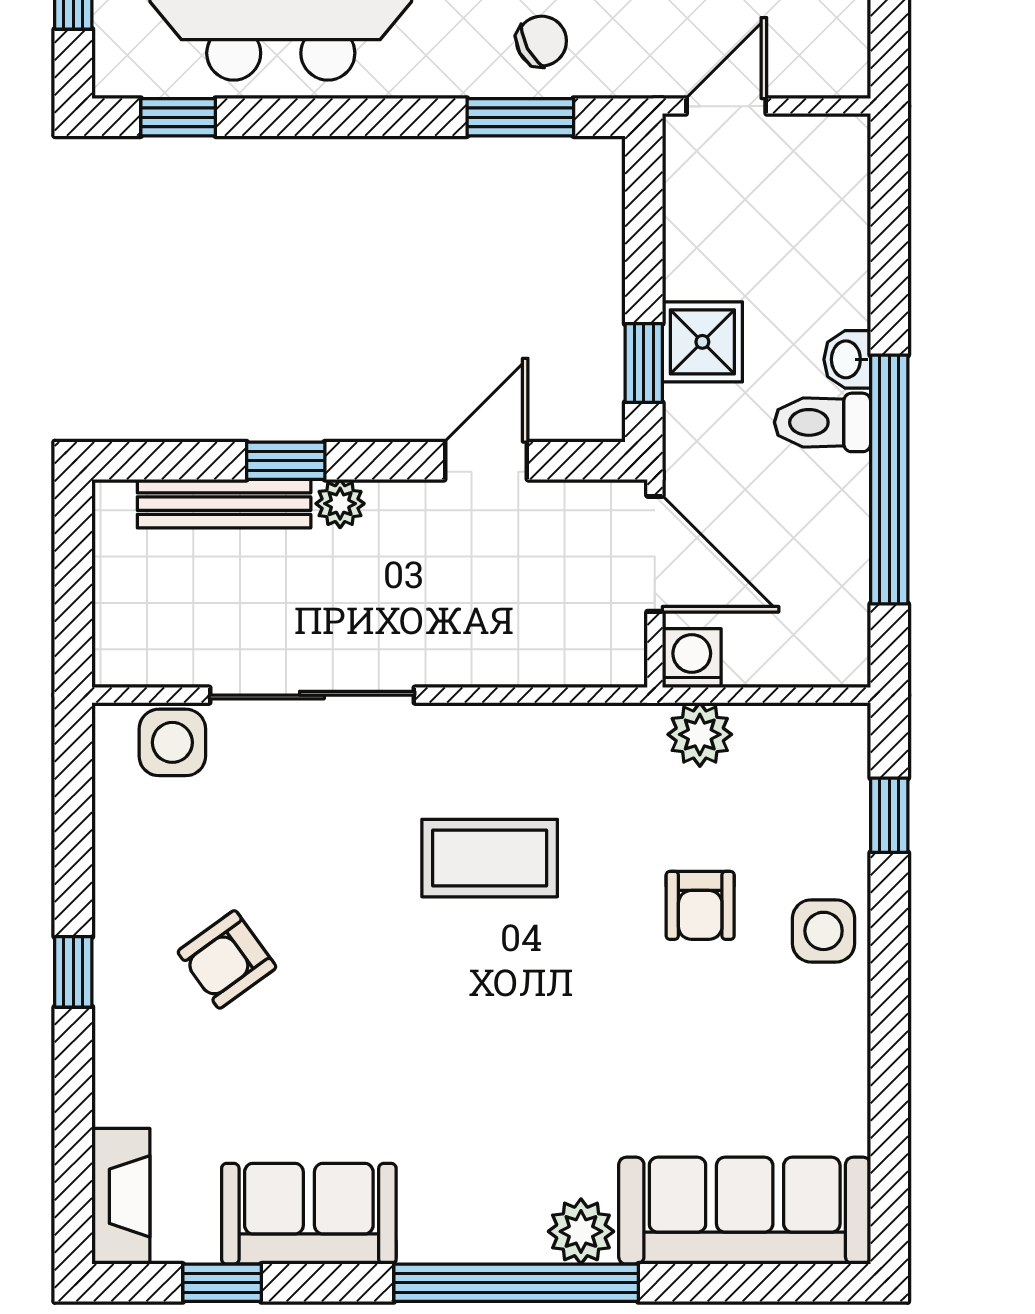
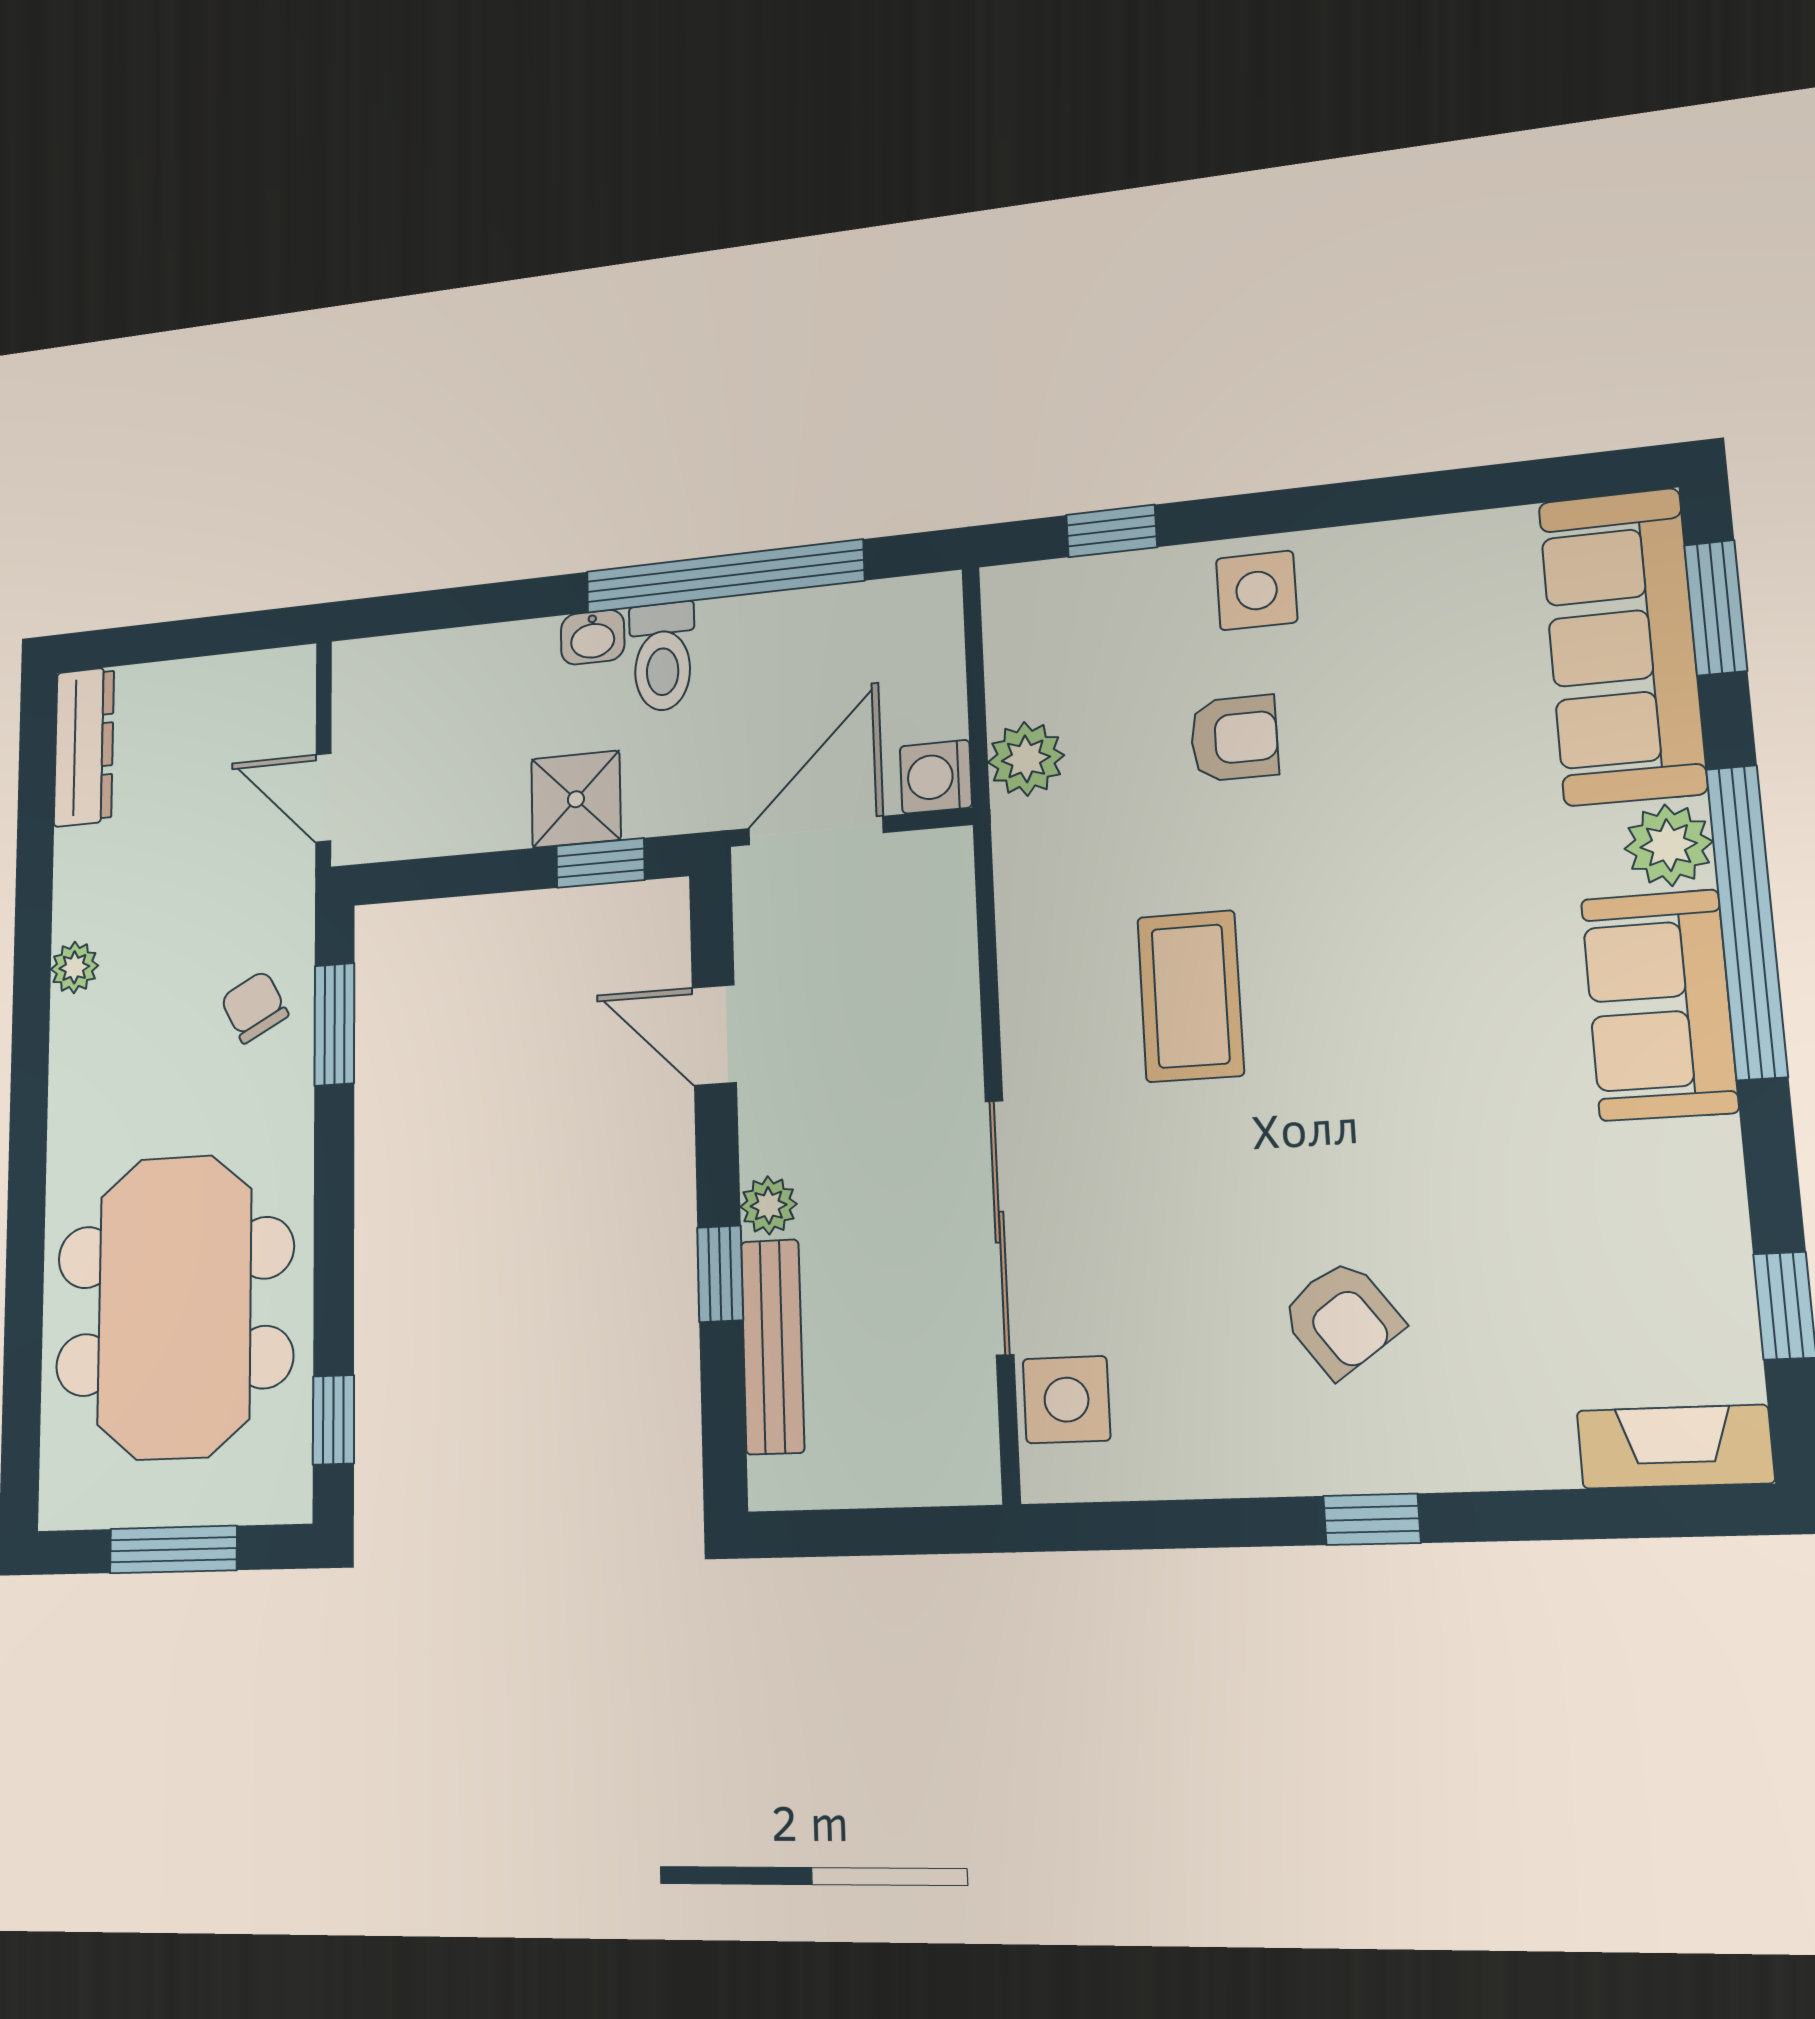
sofa: (309, 1214) -> (1659, 1005), moved
window: (768, 1283) -> (1716, 608), added

